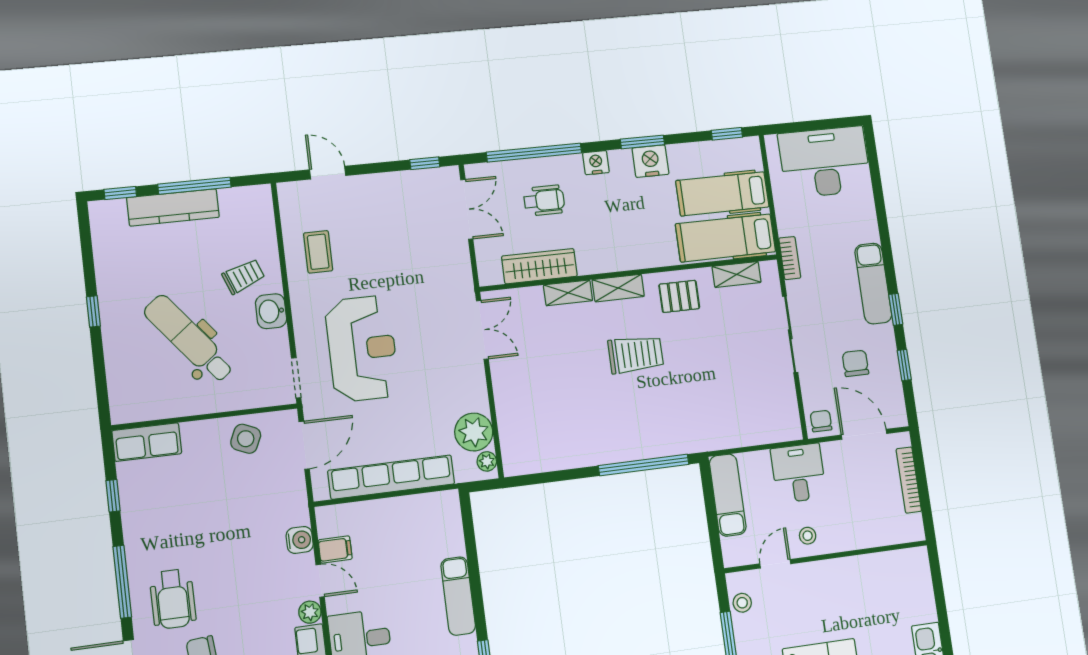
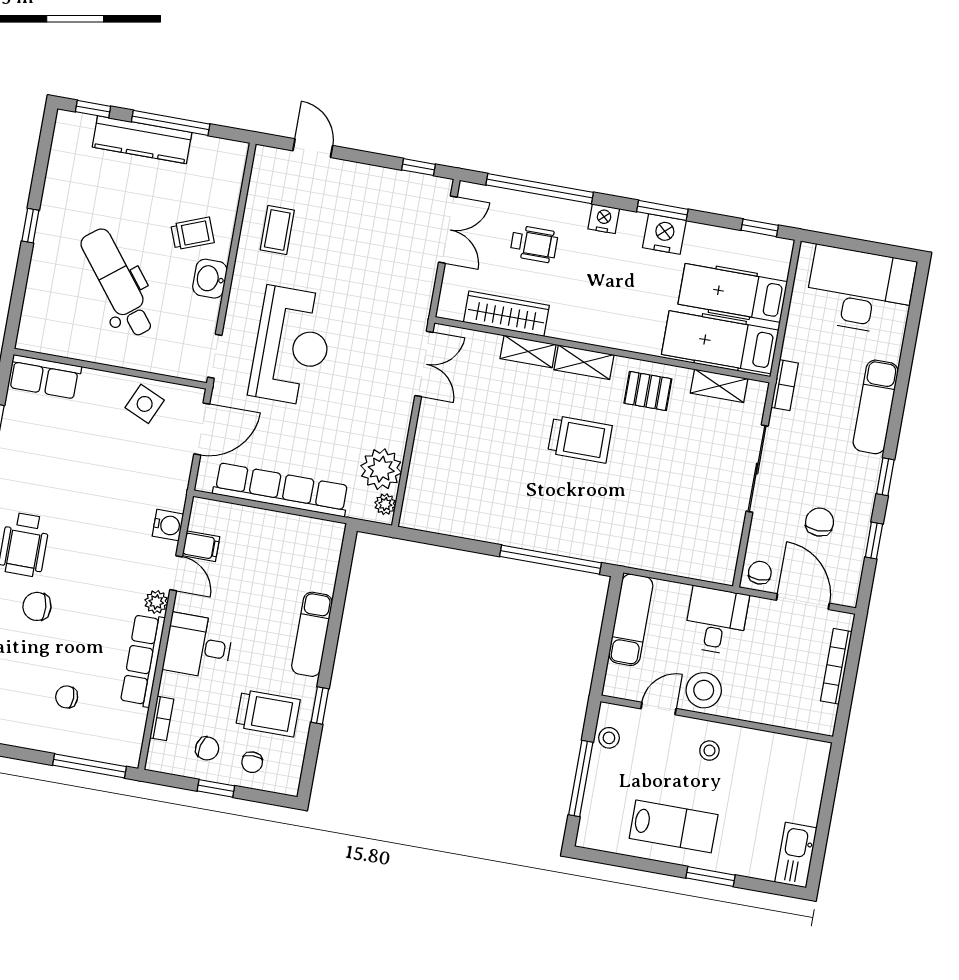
exam couch: (873, 284) -> (876, 407), moved
stool: (808, 536) -> (704, 690), width x1.89, depth x1.89
stool: (829, 586) -> (709, 751), added

